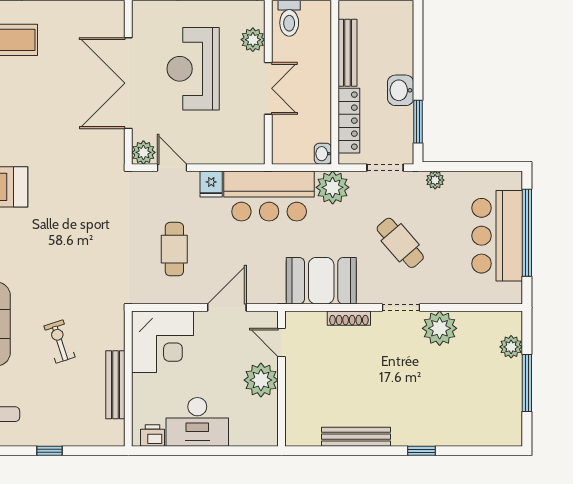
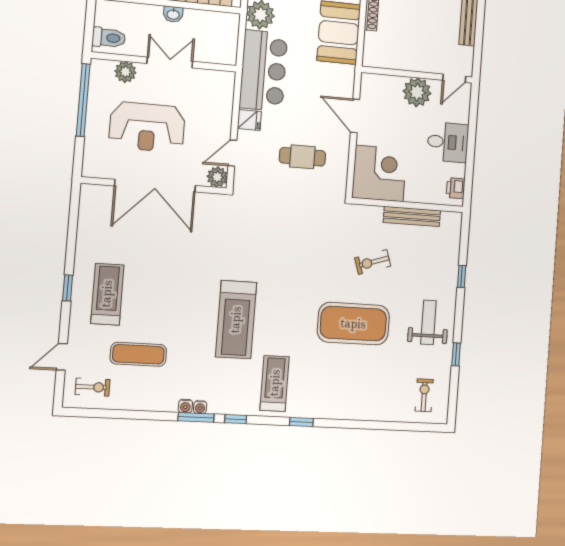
washbasin: (323, 154) -> (173, 14), moved
door: (282, 342) -> (454, 78), moved
desk: (197, 422) -> (448, 142), width x0.73

